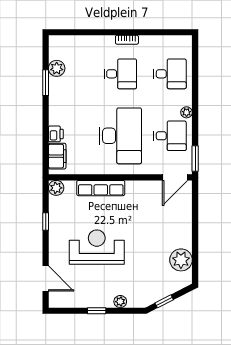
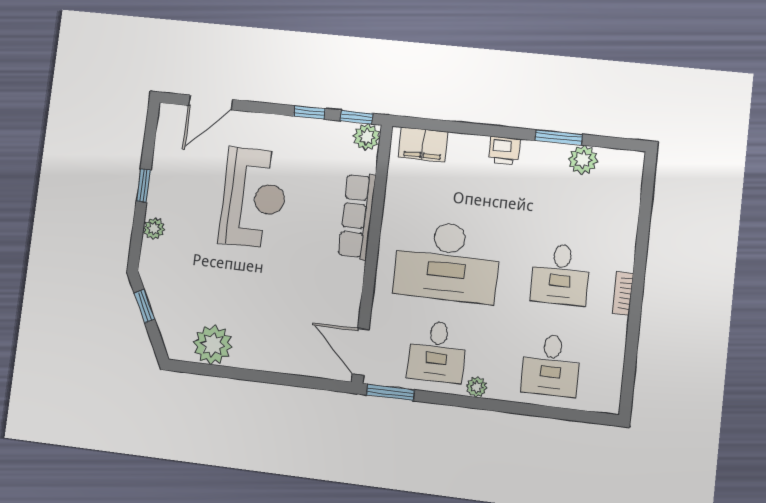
printer: (56, 134) -> (504, 150), moved
window: (46, 195) -> (356, 117), added

